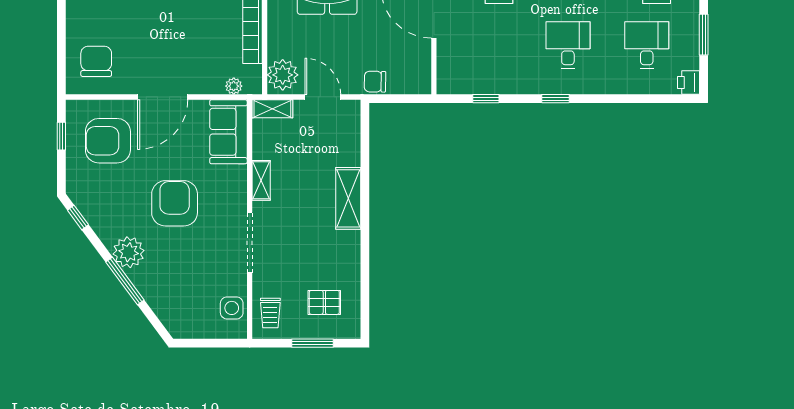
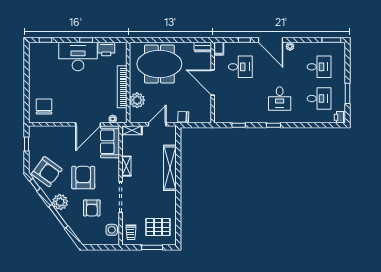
desk: (568, 45) -> (280, 99), turned 180
desk: (647, 45) -> (319, 99), turned 90
plant: (283, 75) -> (137, 100), moved
door: (163, 97) -> (88, 124), moved
door: (323, 97) -> (157, 124), hinge flipped
armchair: (108, 141) -> (47, 172), moved, turned -144
shelving: (348, 198) -> (170, 168), width x1.47
armchair: (192, 264) -> (92, 208), added
pallet: (324, 302) -> (158, 227), width x1.50, depth x1.42

